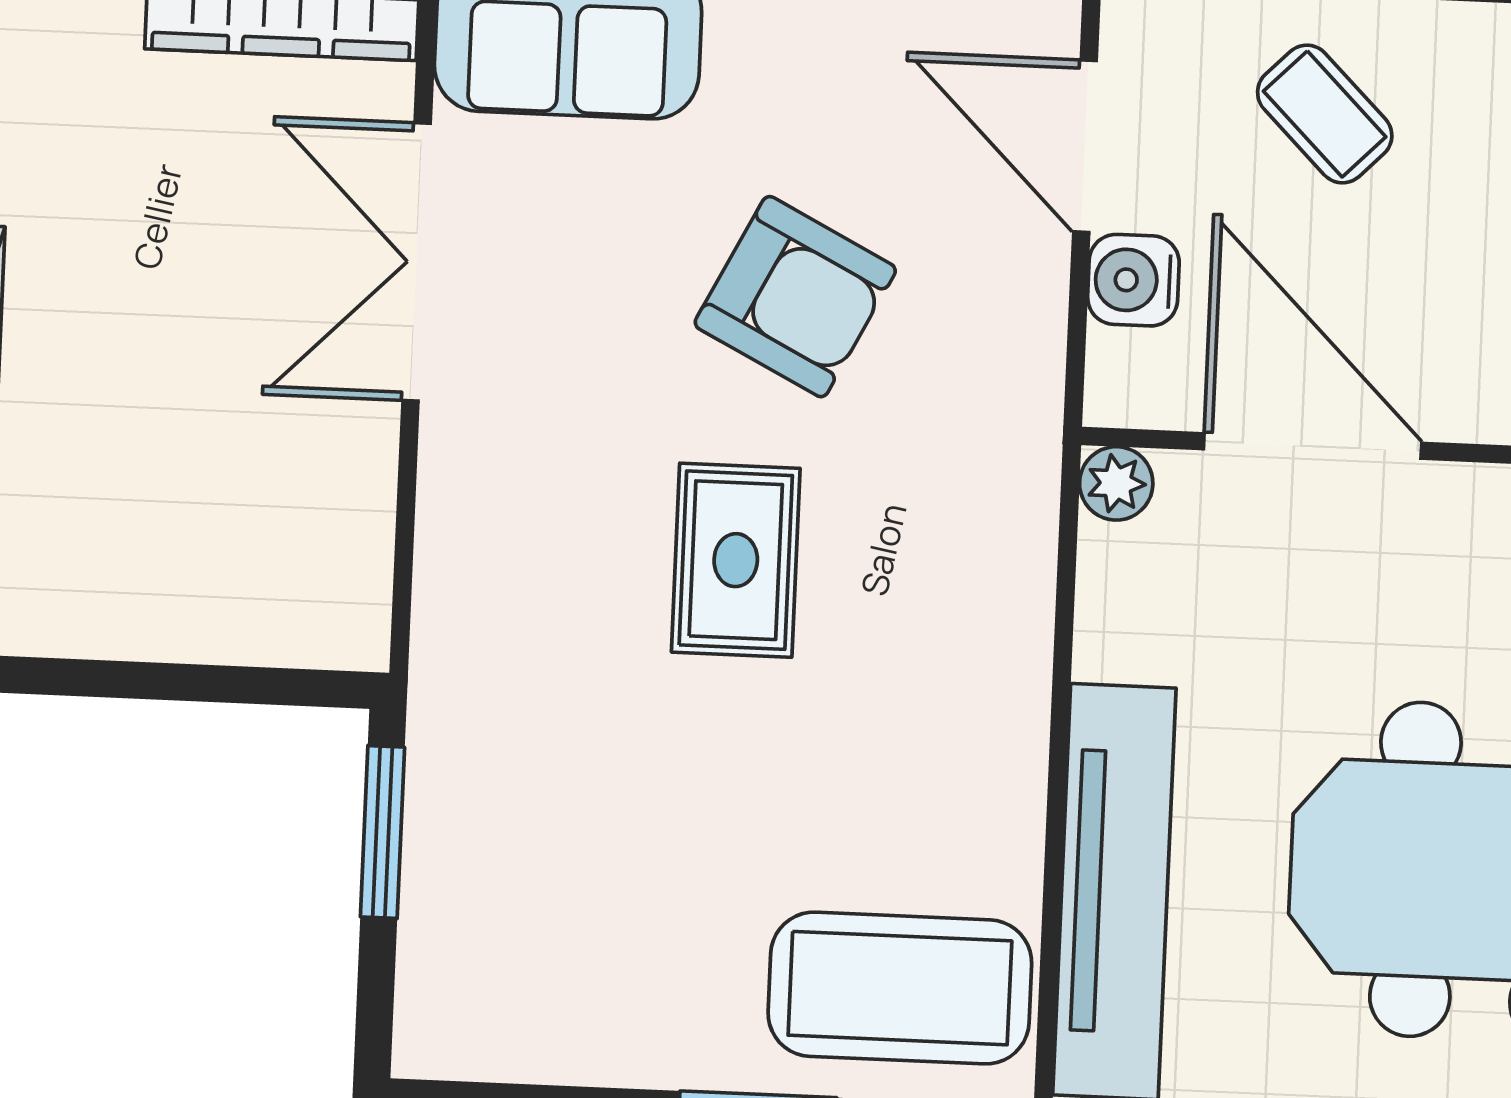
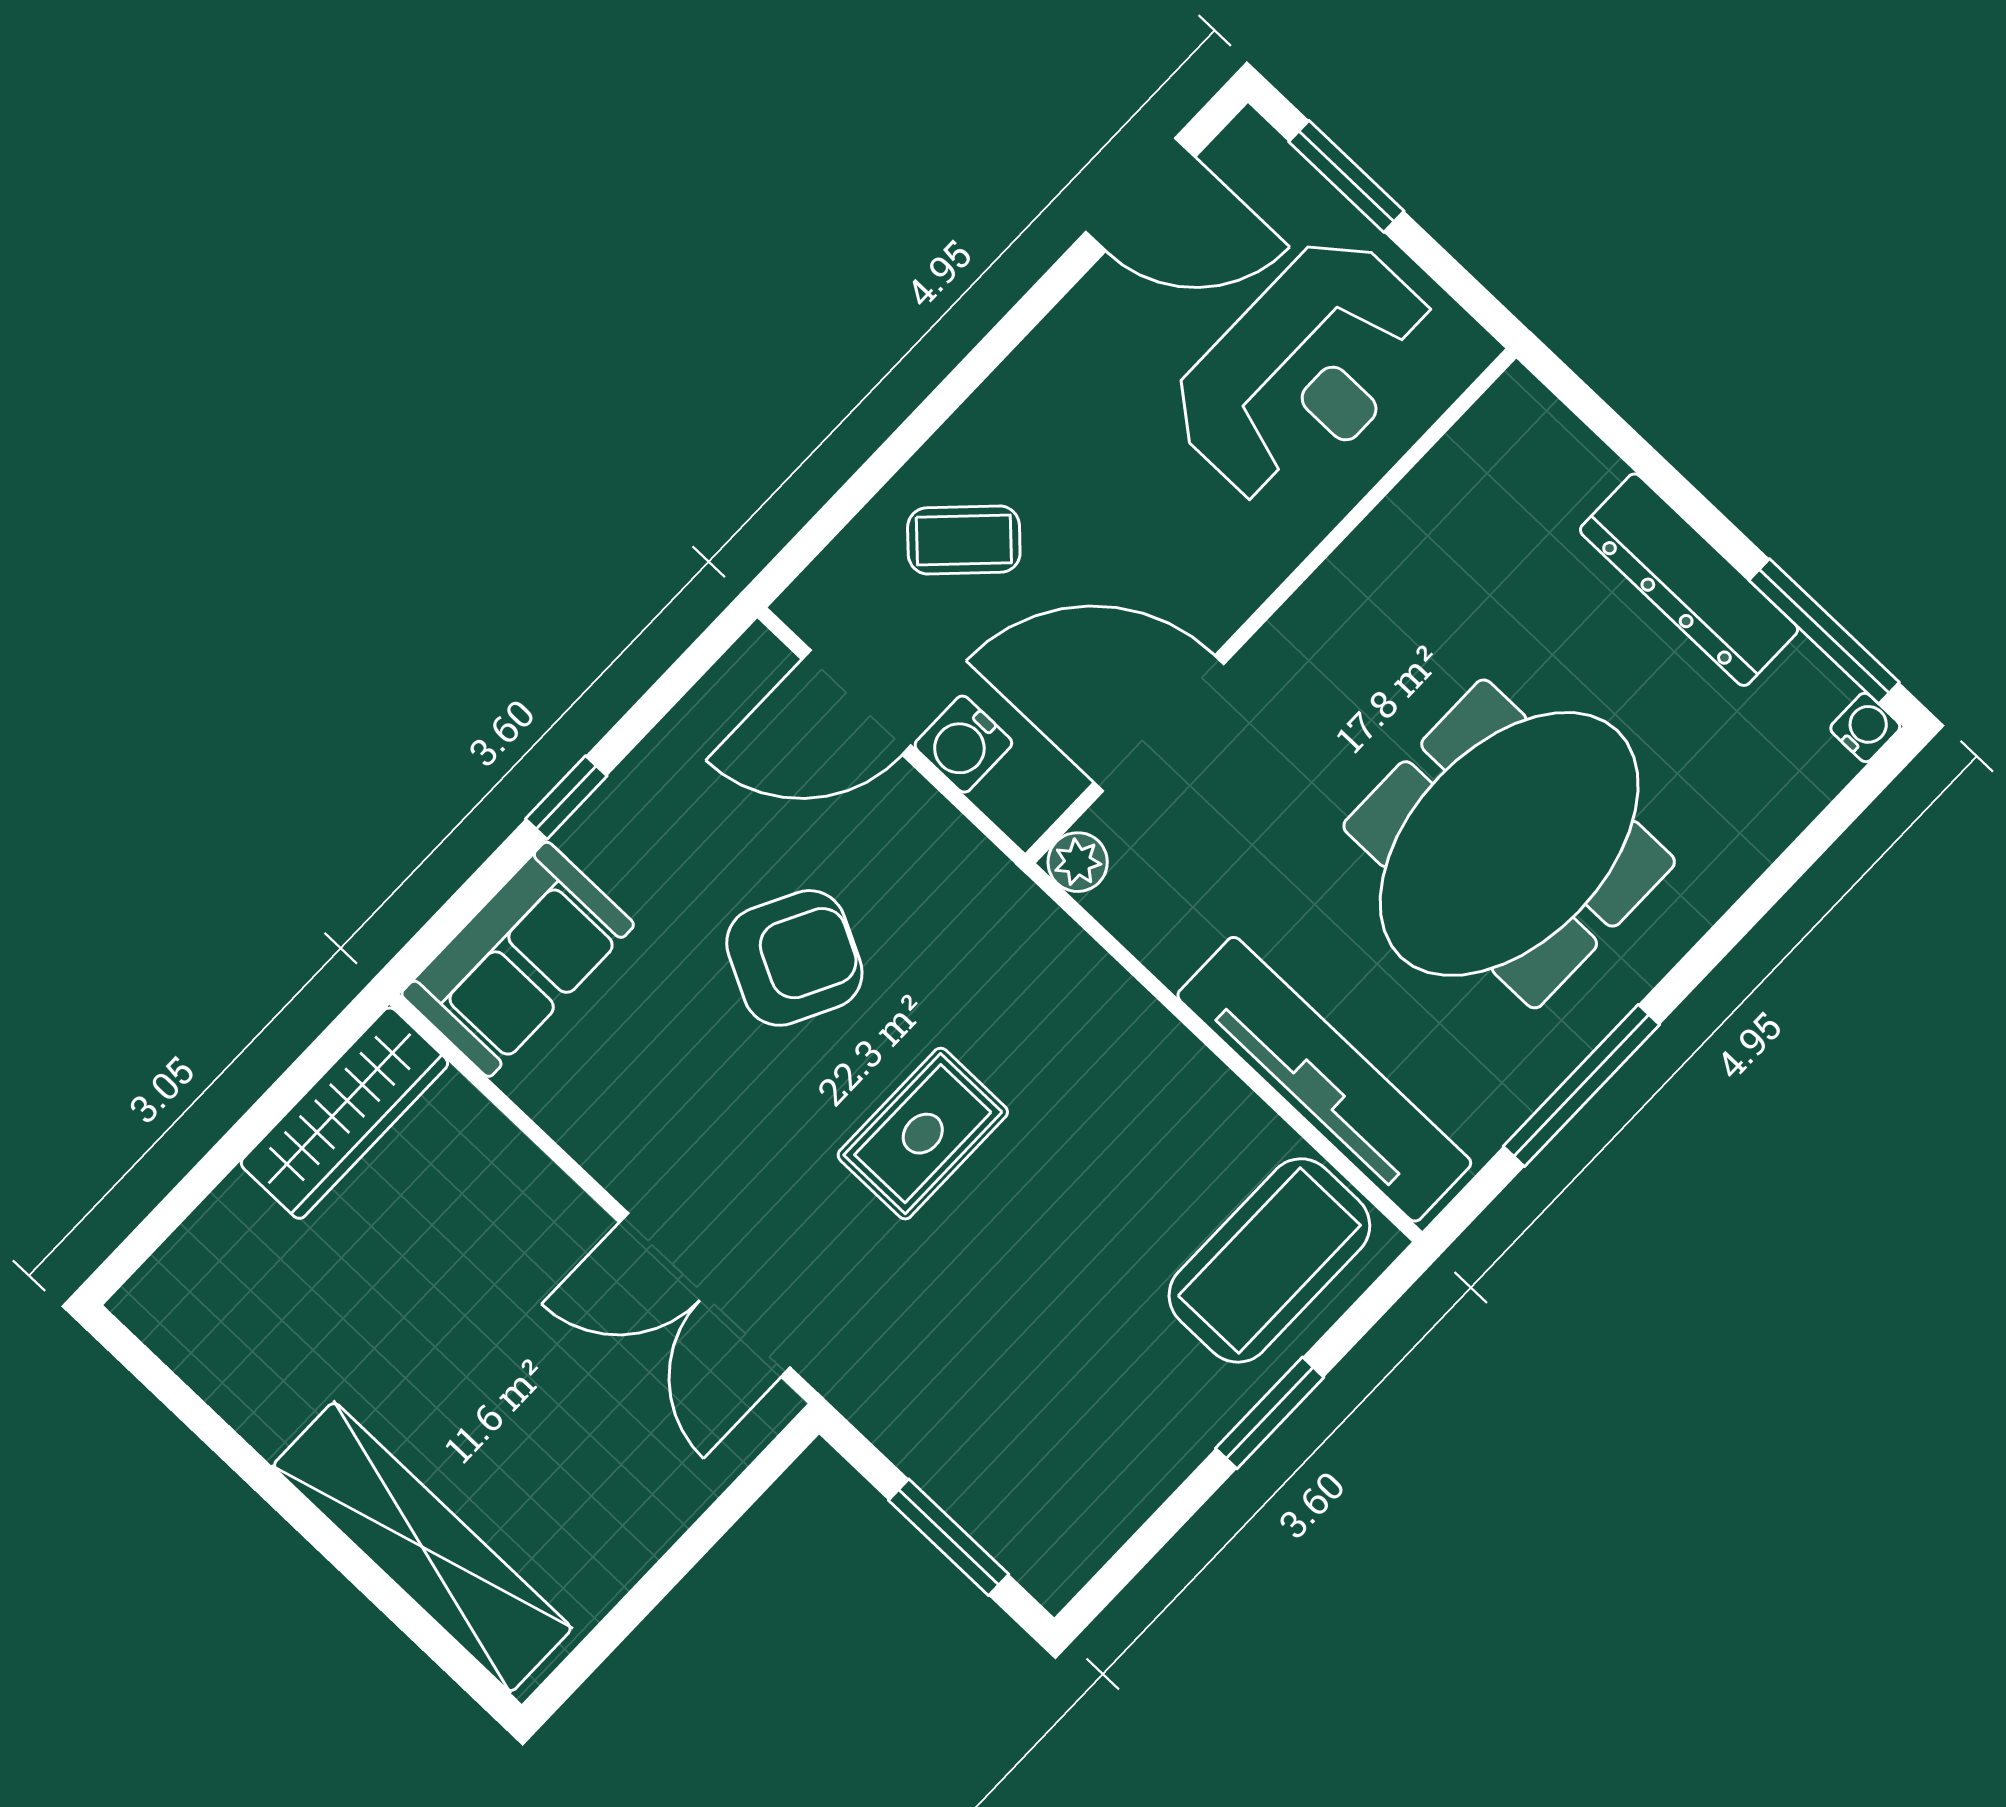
double door: (417, 262) -> (705, 1295), moved
rug: (736, 560) -> (923, 1134), turned 90
window: (382, 832) -> (949, 1537), moved

